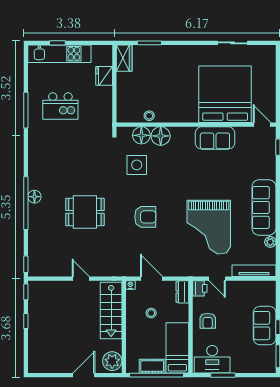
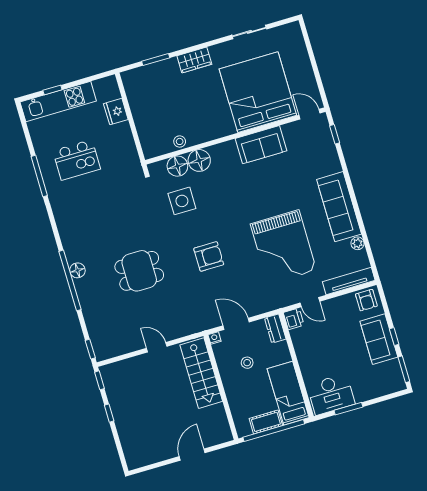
wardrobe: (124, 58) -> (194, 60), moved, turned 90
armchair: (208, 321) -> (366, 300), moved
plant: (112, 361) -> (219, 430), removed

